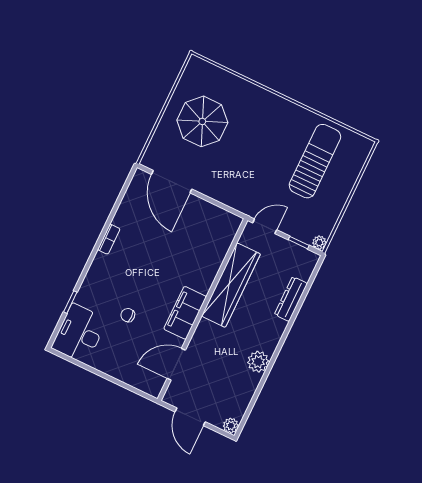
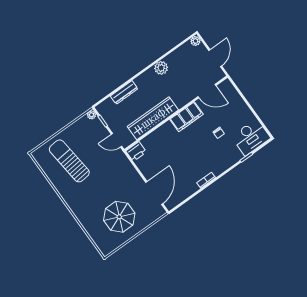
sun lounger: (315, 161) -> (69, 161), turned 84
printer: (229, 226) -> (136, 152), added

